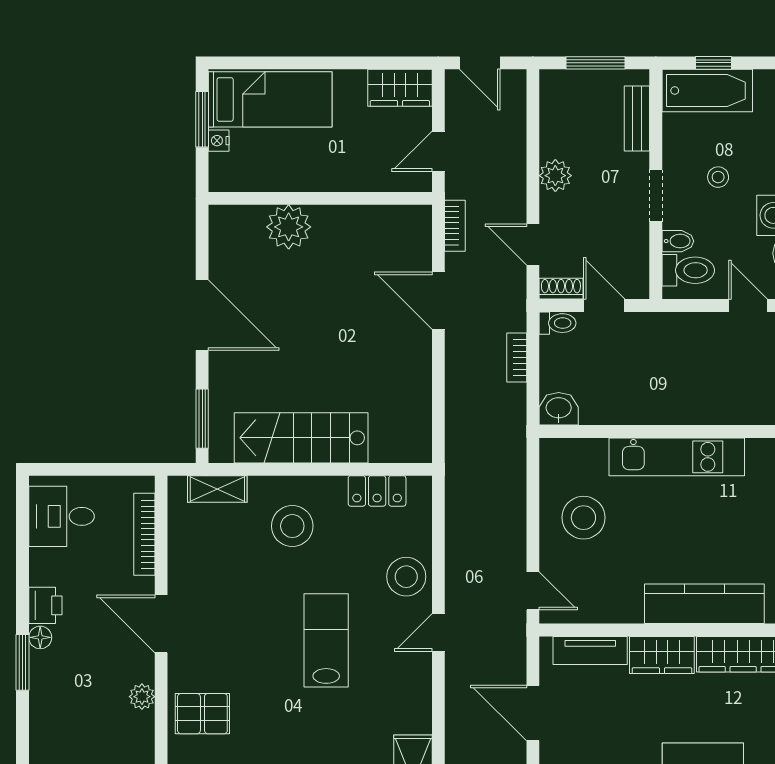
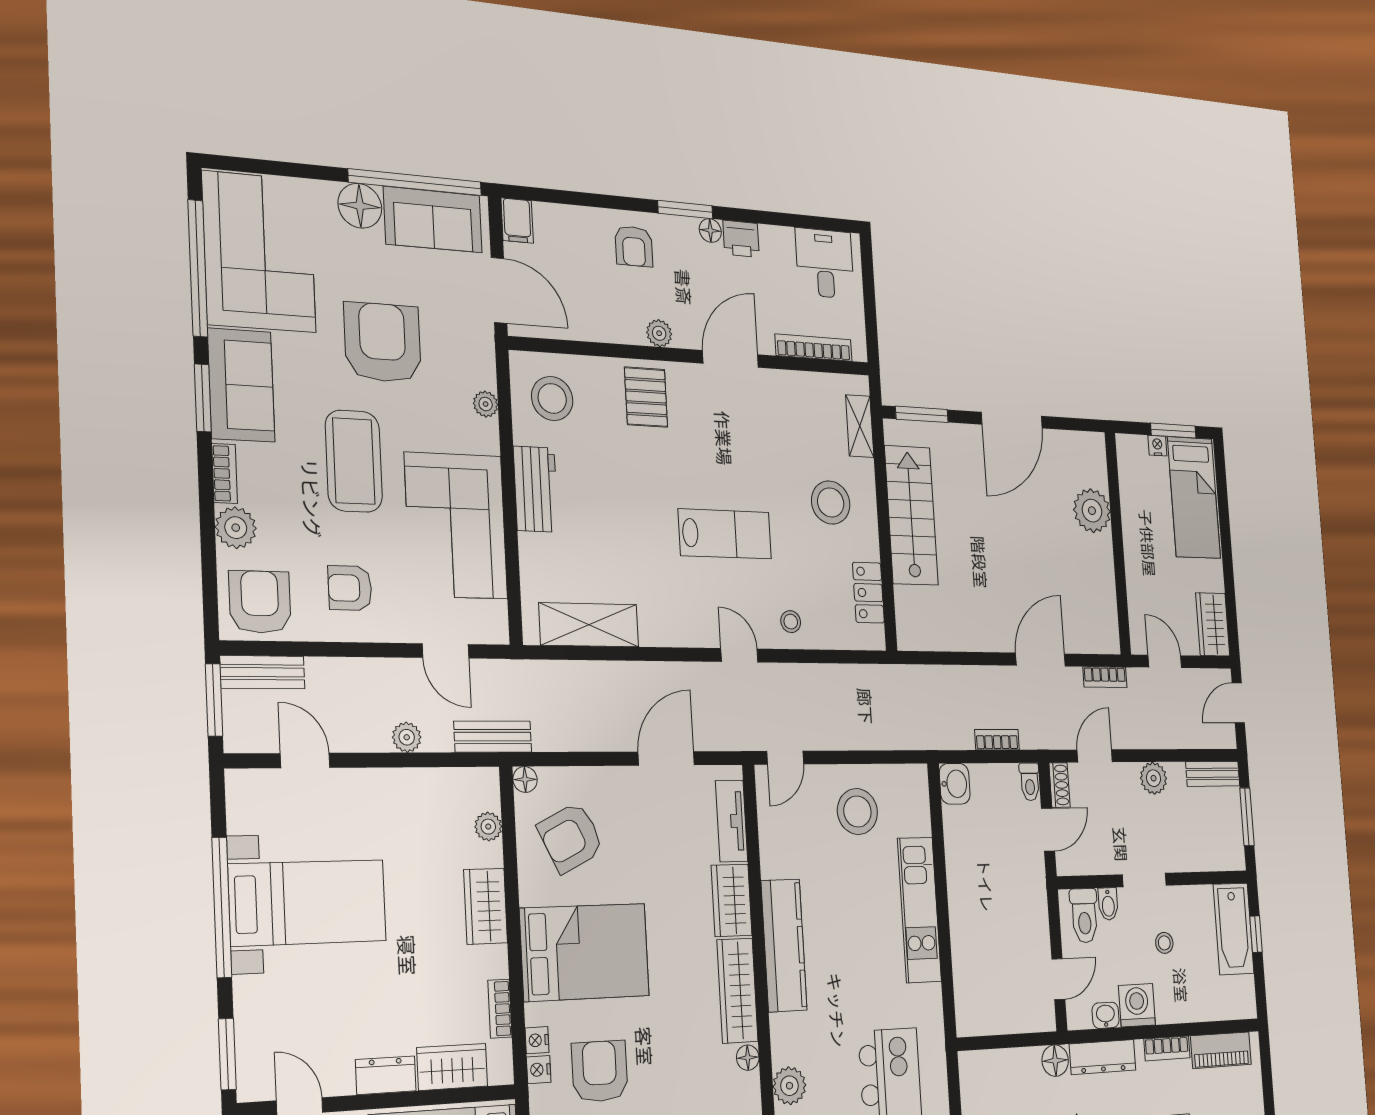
bench: (637, 118) -> (1213, 774), moved
stool: (406, 577) -> (791, 622), width x0.53, depth x0.53
armchair: (62, 718) -> (634, 246), added

